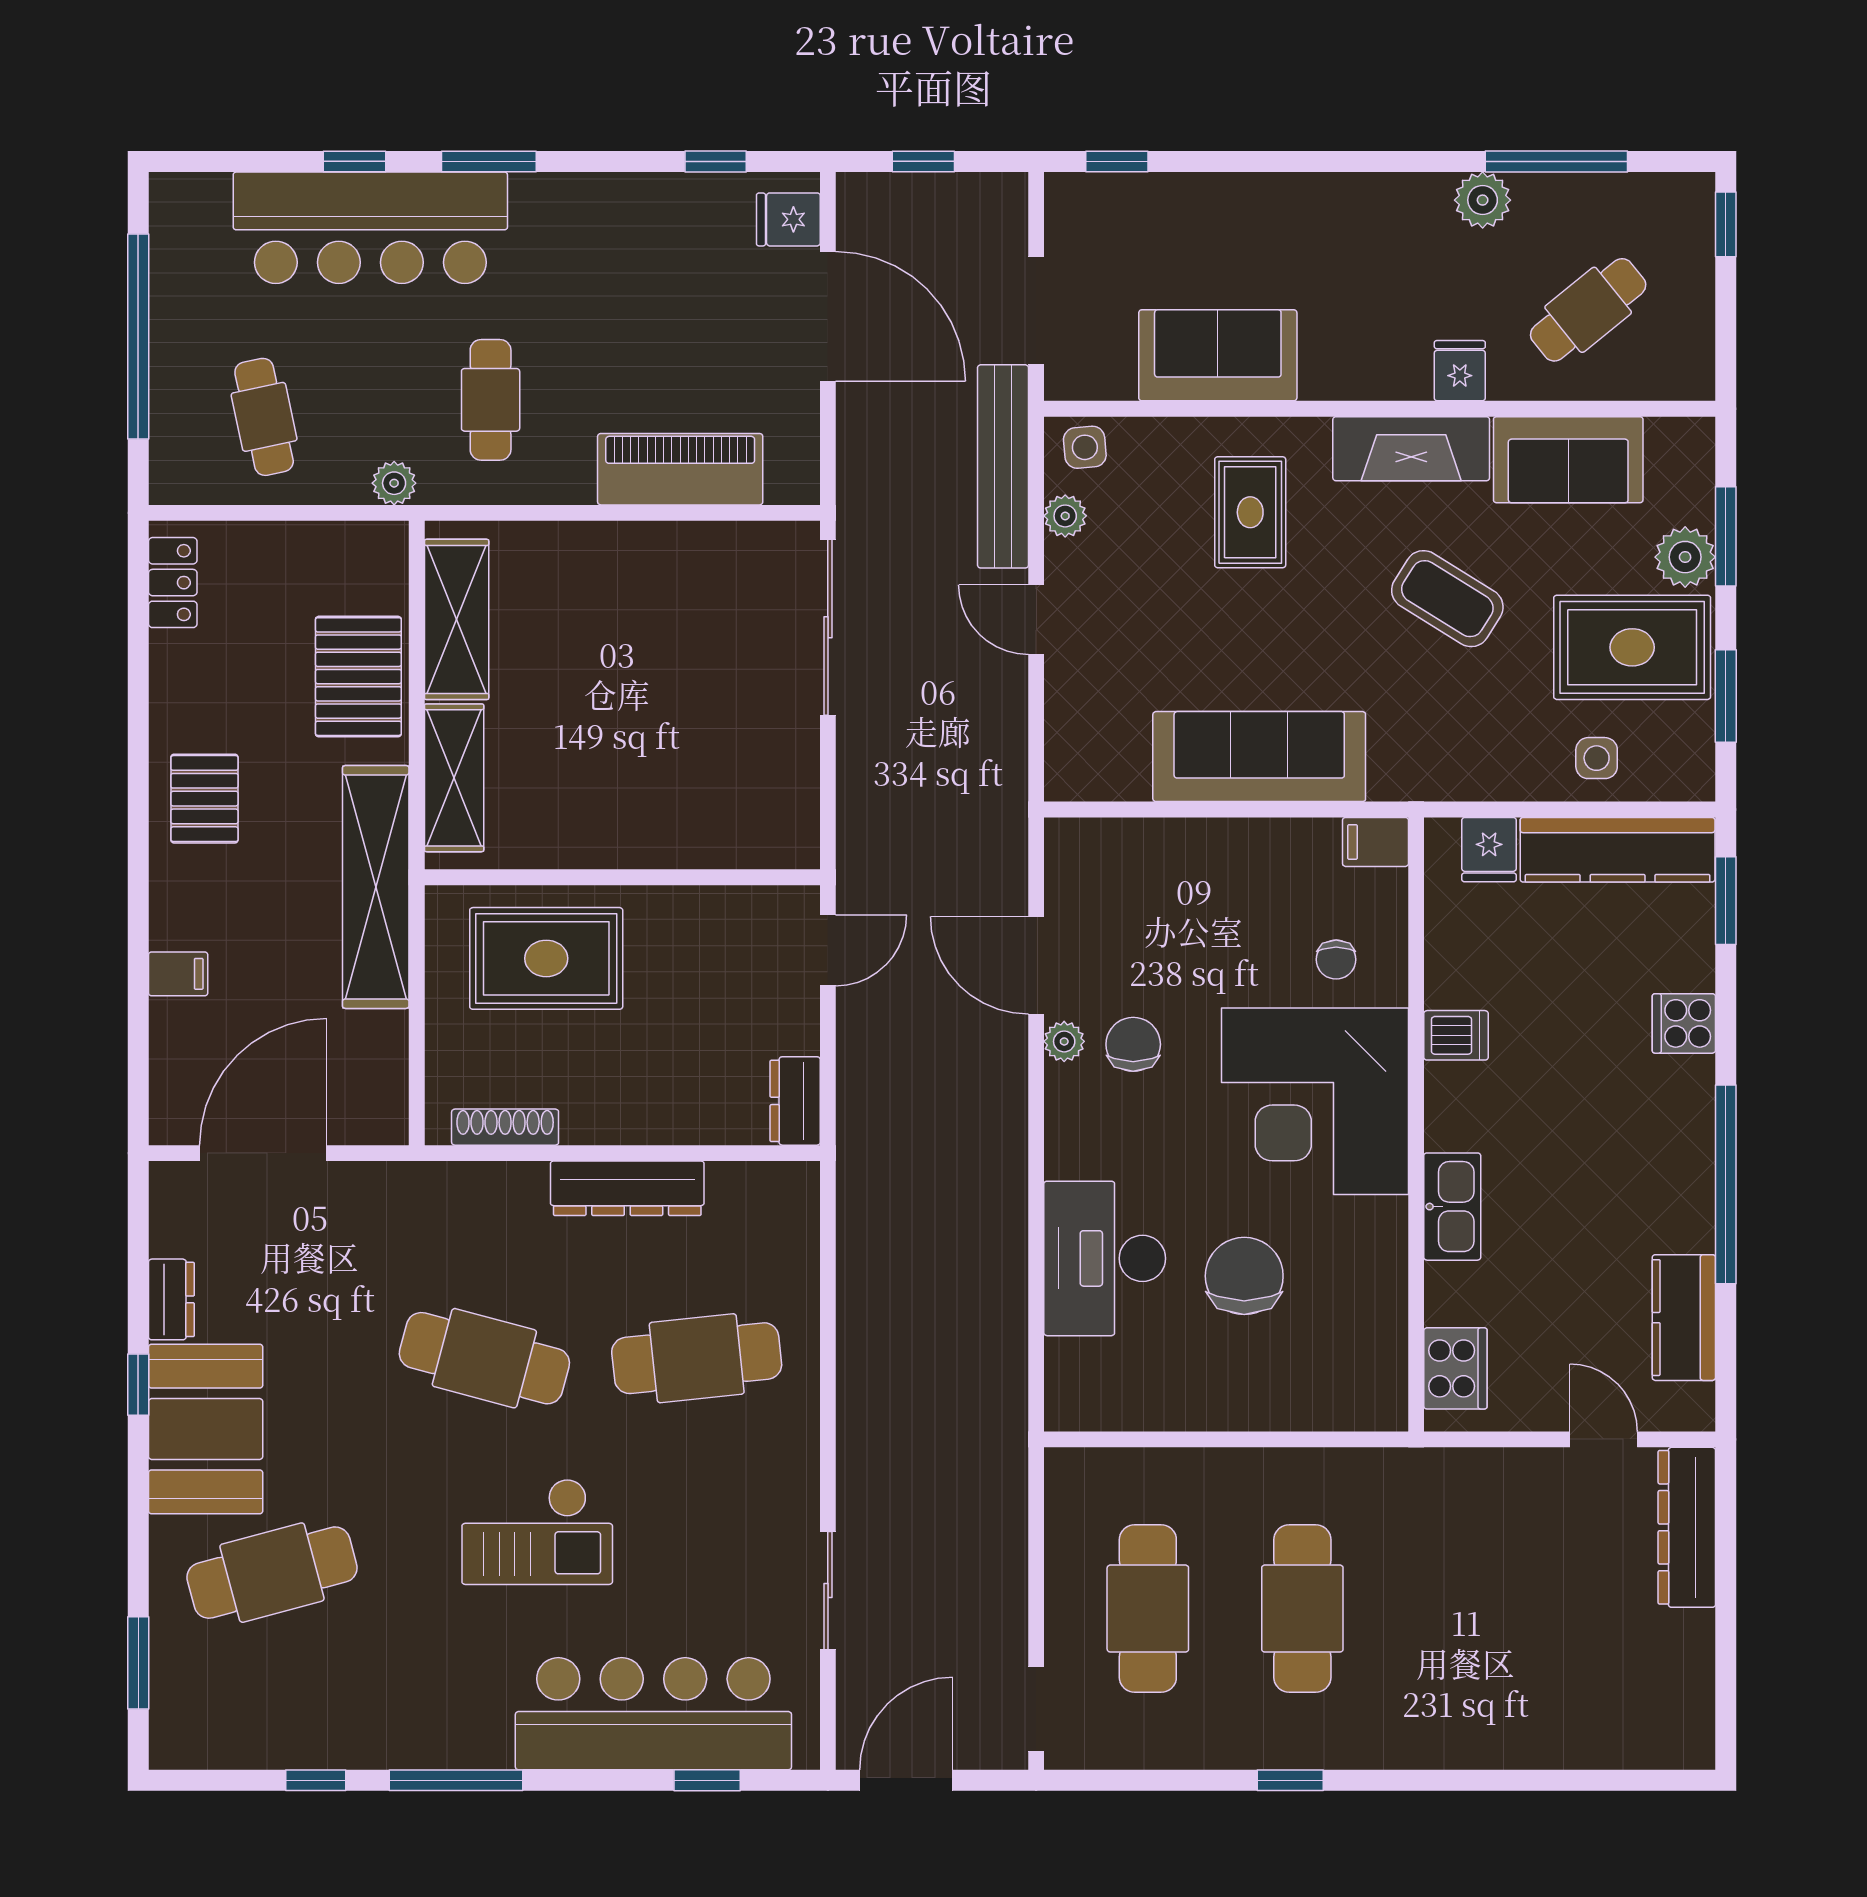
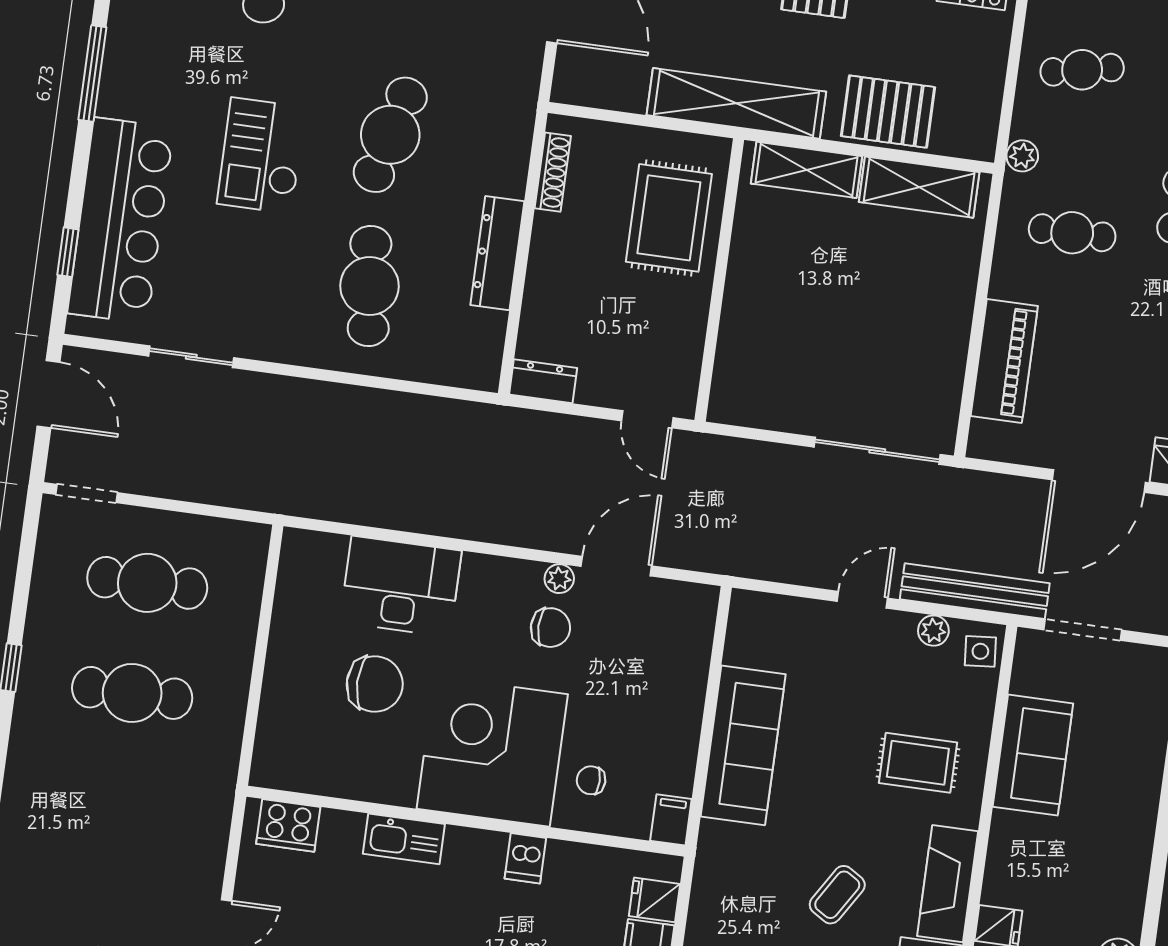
coffee table: (1447, 599) -> (837, 895), width x0.73, depth x0.77

